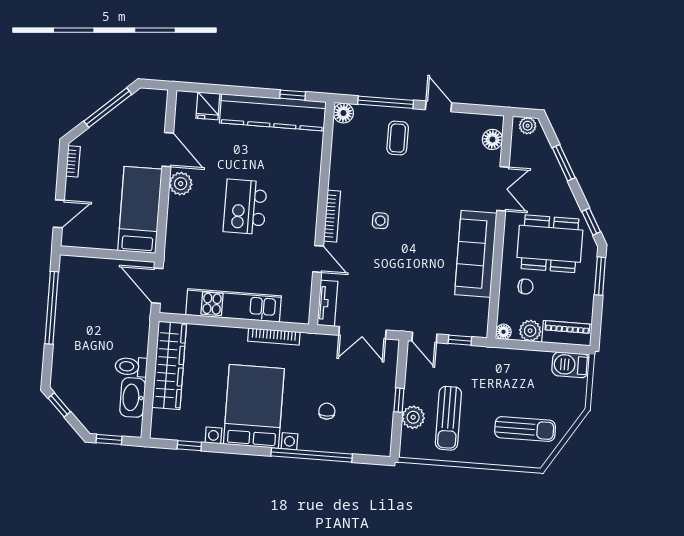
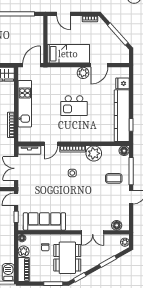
plant: (344, 174) -> (94, 153), added
kitchen island: (245, 207) -> (74, 106), turned 180
sofa: (476, 254) -> (44, 221), moved

